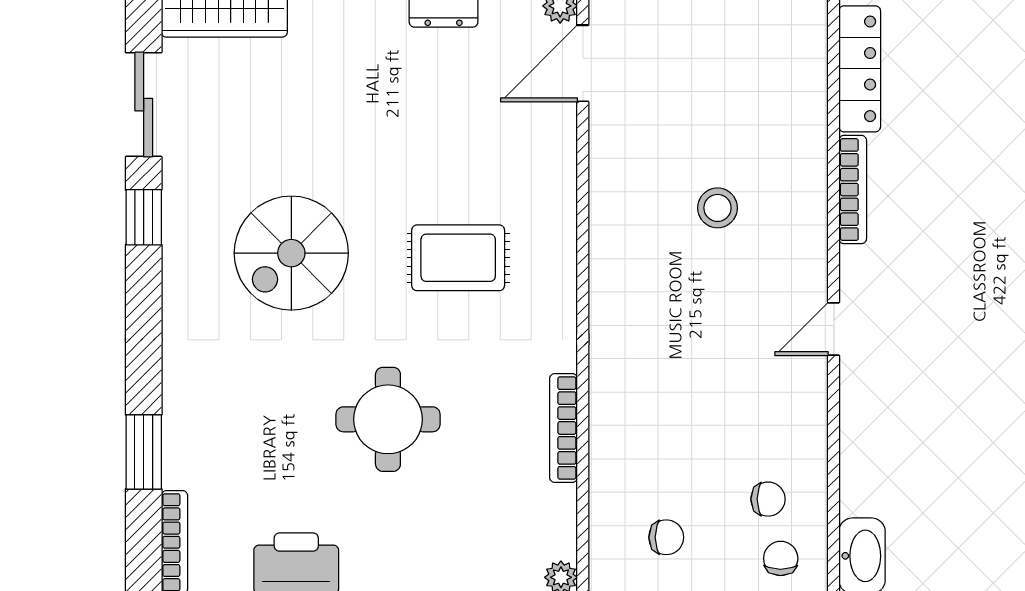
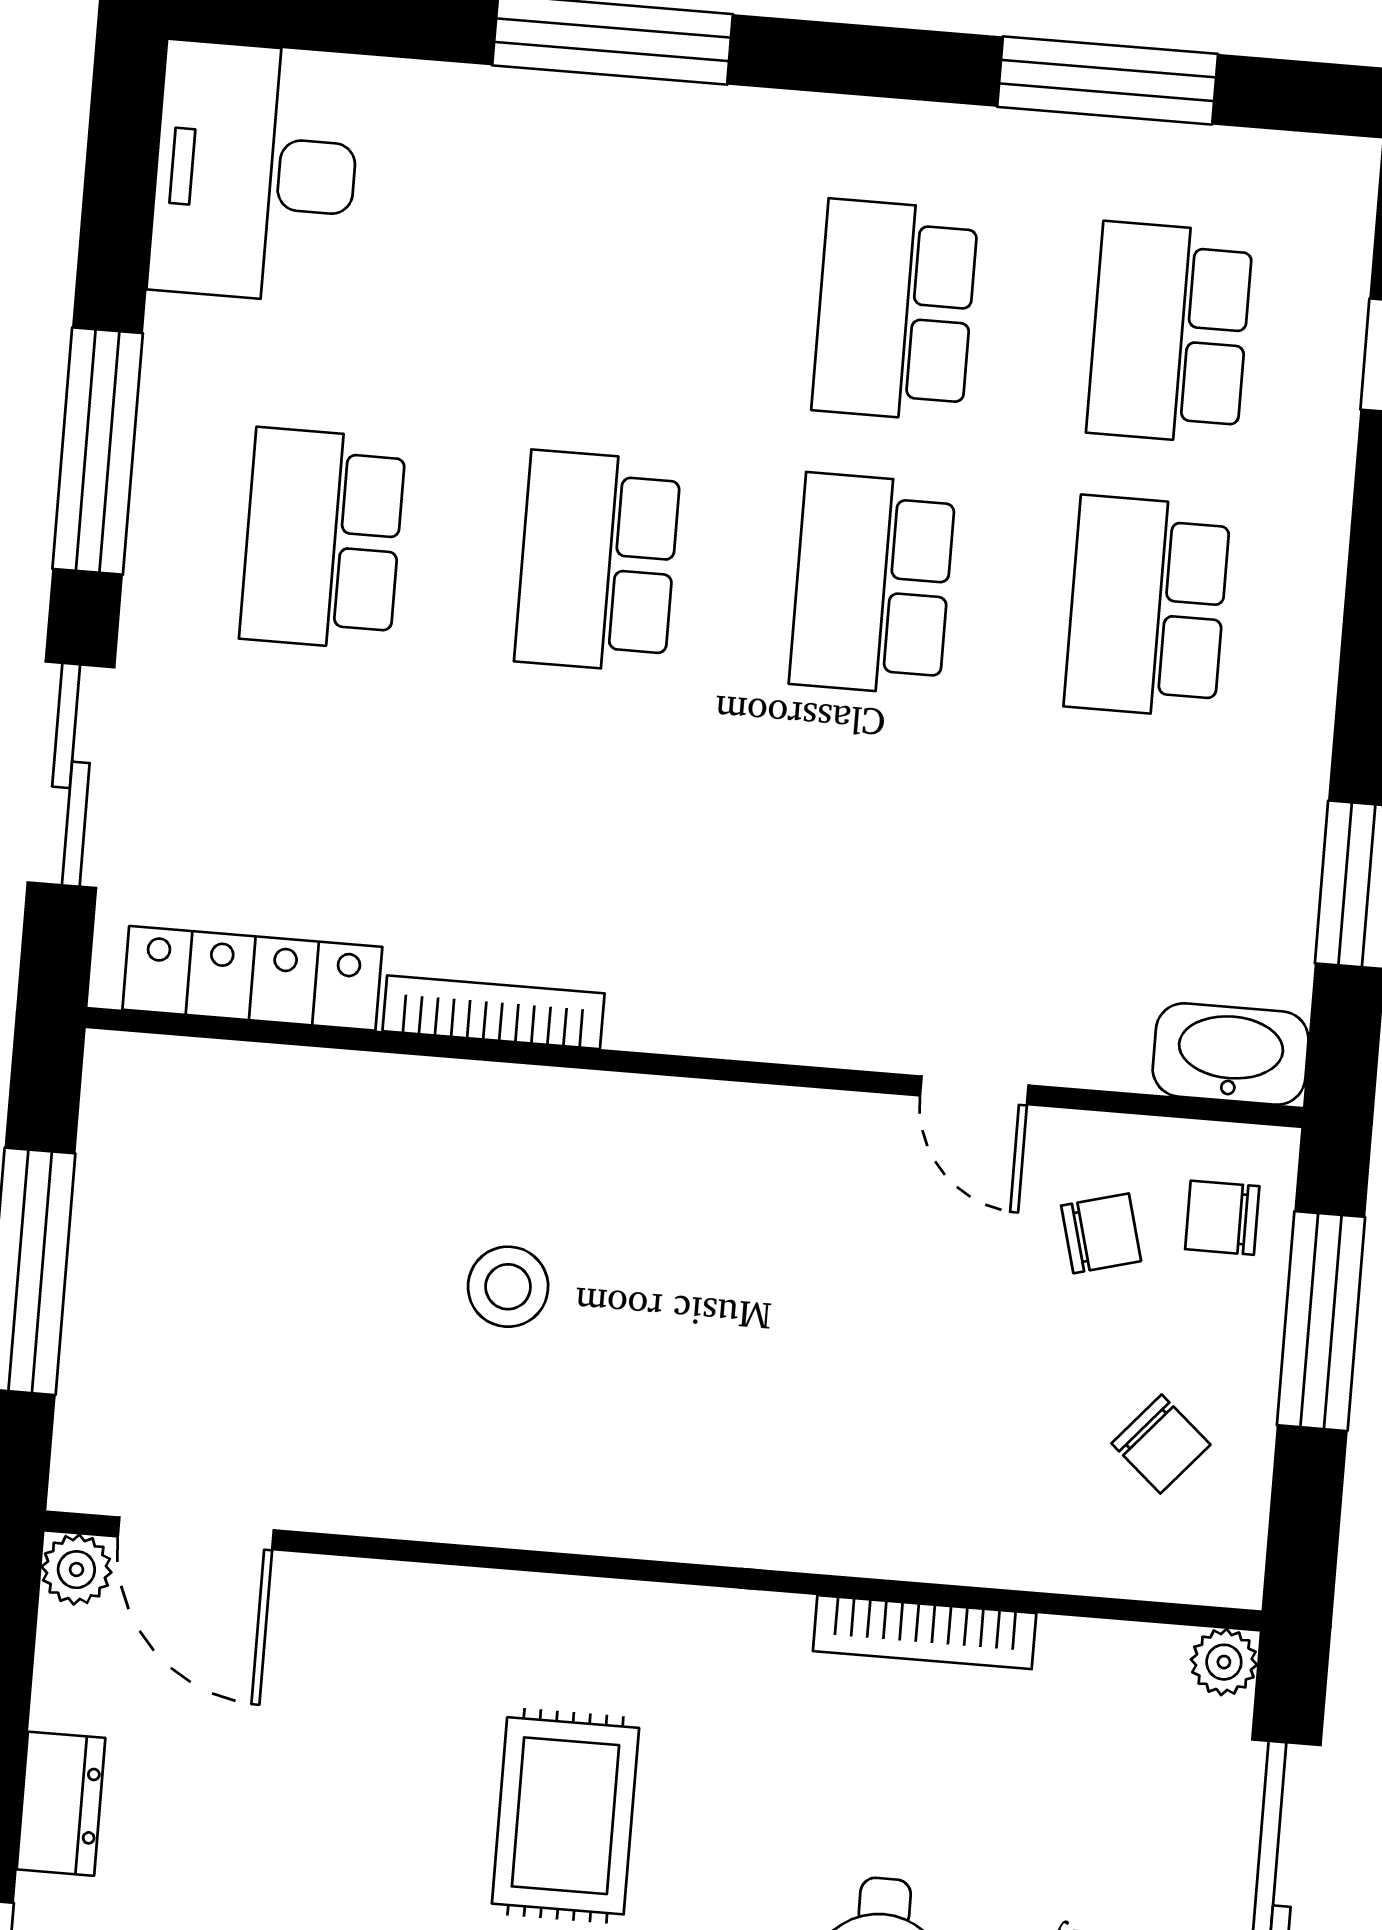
door: (834, 329) -> (974, 1090), moved
chair: (768, 499) -> (1101, 1233), turned 75
chair: (666, 537) -> (1161, 1444), turned 131

